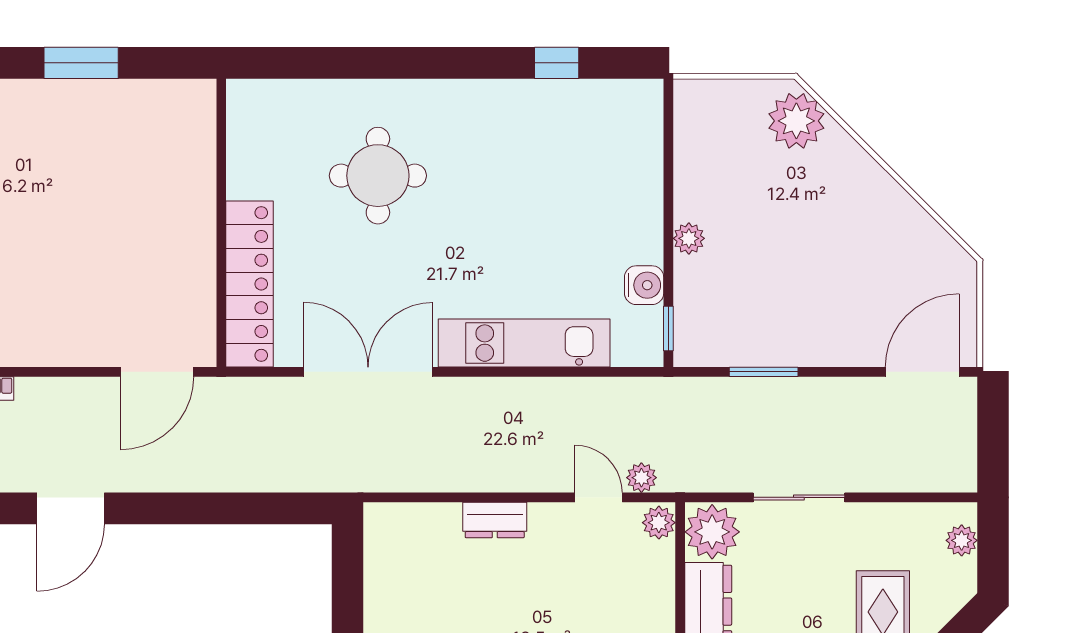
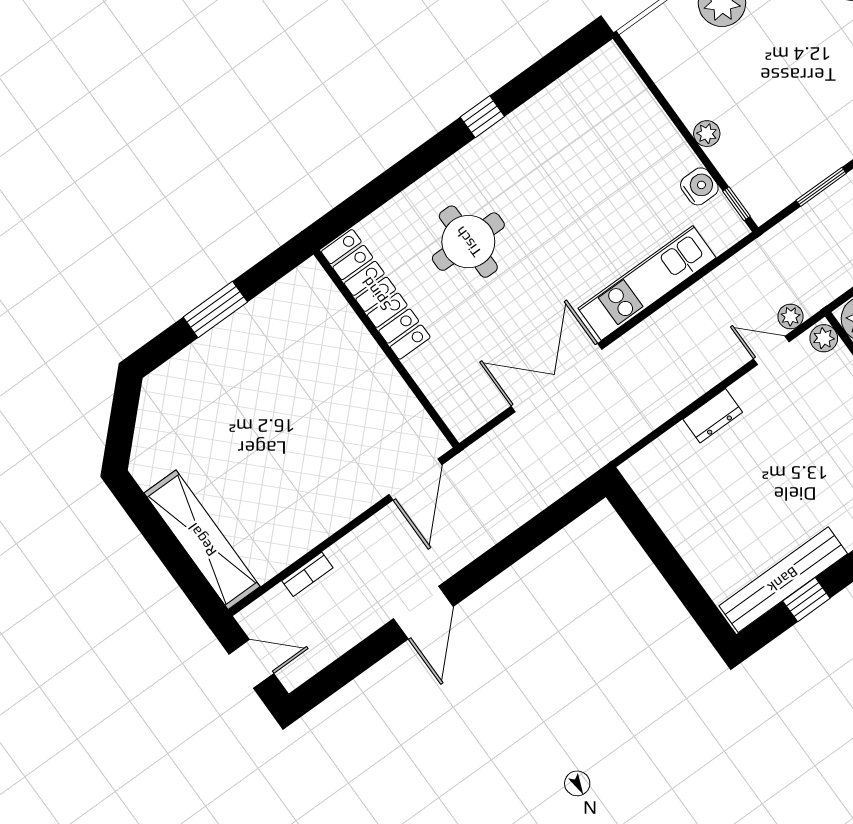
window: (557, 63) -> (482, 117), moved
locker: (249, 284) -> (376, 294), moved

